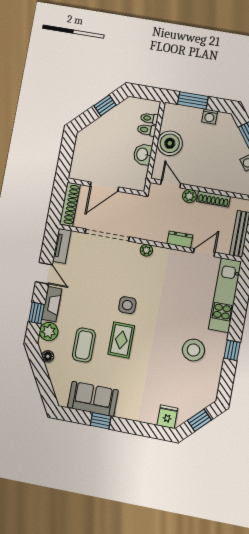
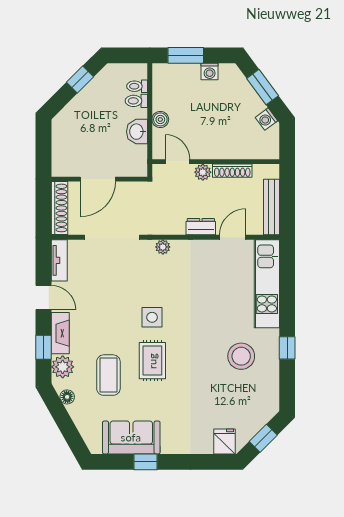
boiler: (170, 143) -> (160, 119), width x0.54, depth x0.54

